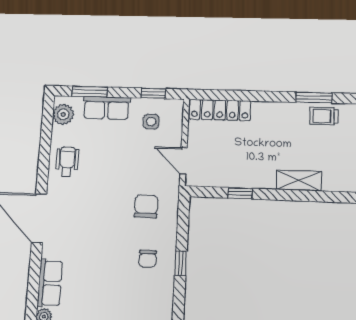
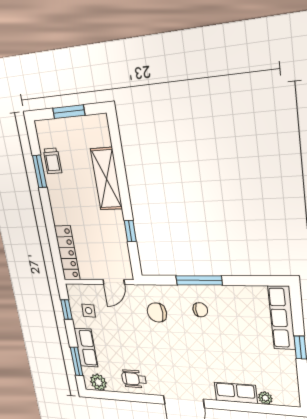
shelving: (299, 180) -> (106, 179), width x1.50, depth x1.33
window: (181, 263) -> (199, 280), width x2.17

